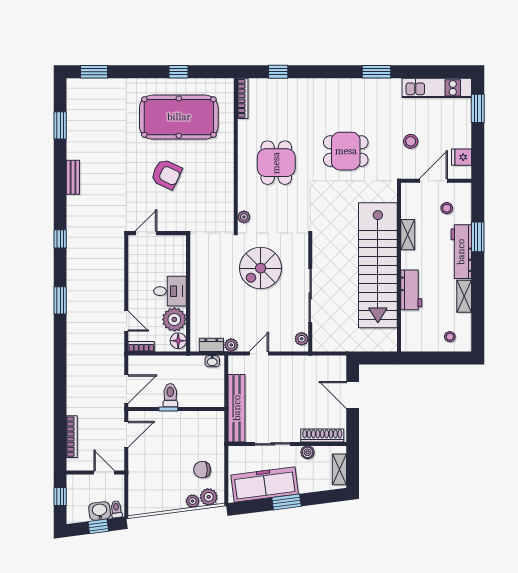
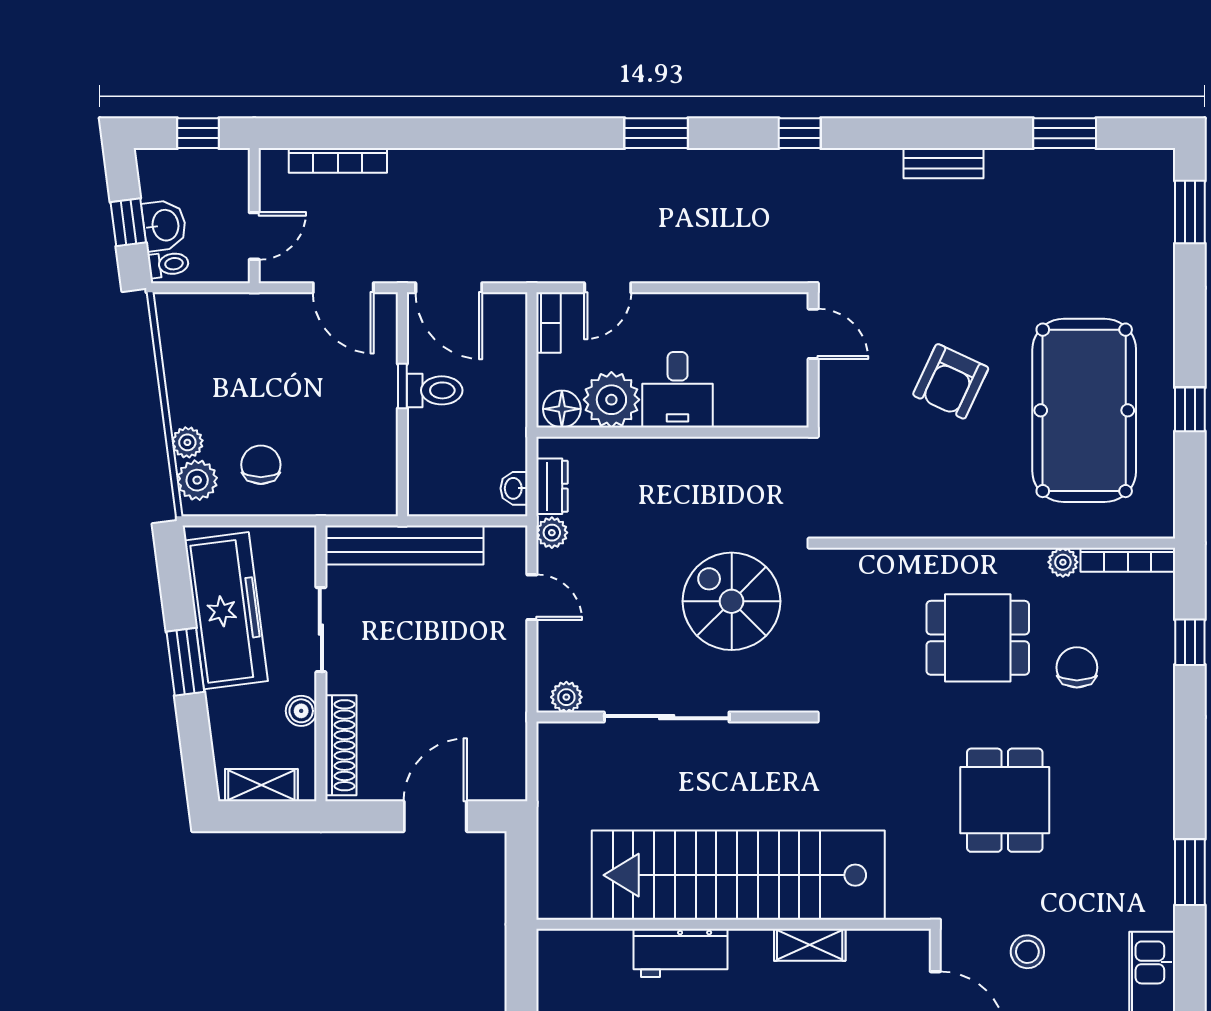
chair: (289, 120) -> (1077, 667), added
plant: (244, 217) -> (1063, 562), moved

